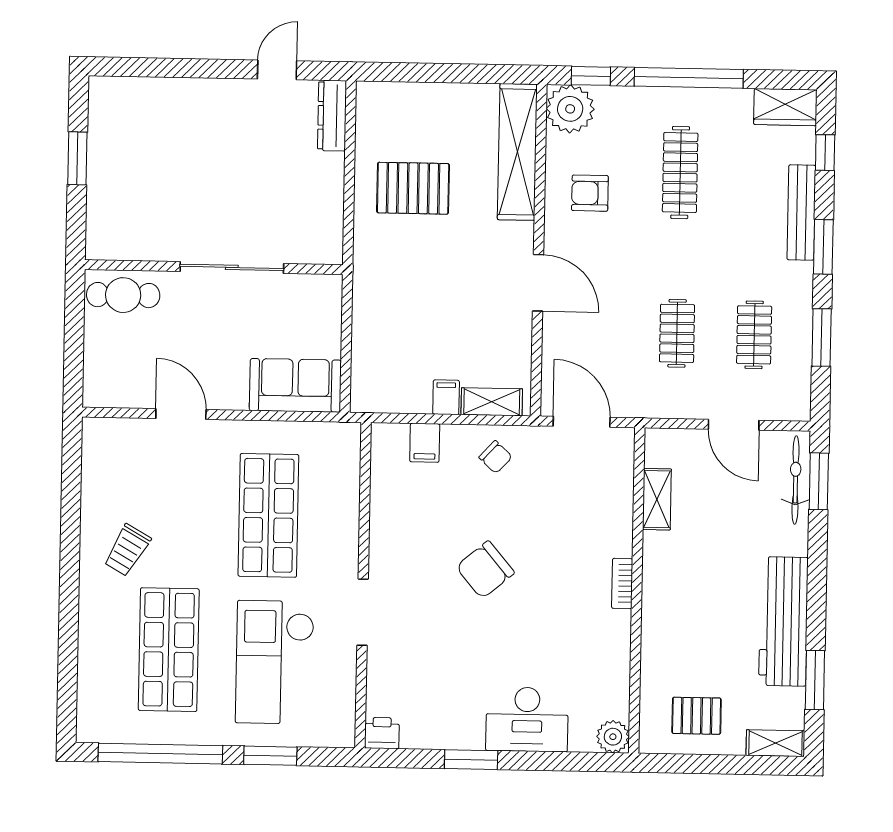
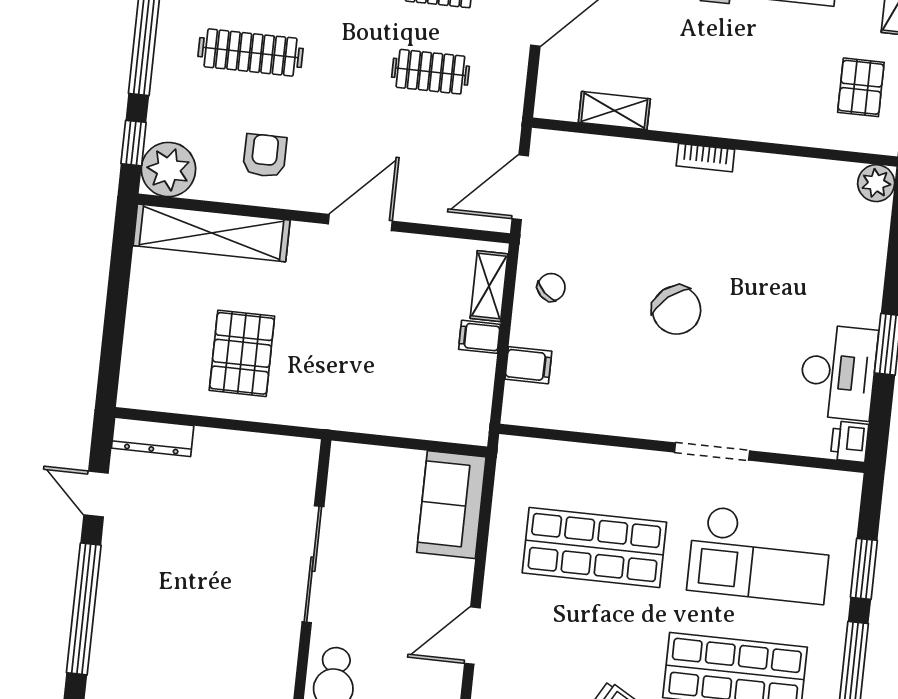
window: (174, 68) -> (84, 609), added
armchair: (590, 193) -> (265, 156), turned 180
desk: (527, 719) -> (838, 372), moved

